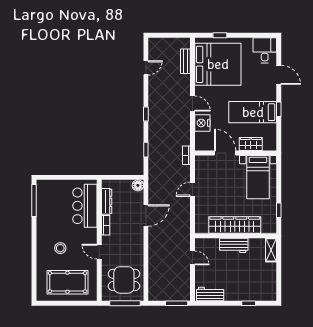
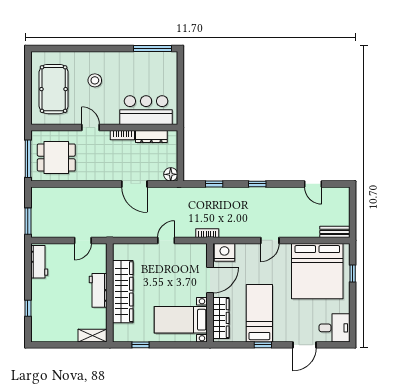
bench: (185, 61) -> (335, 232), moved
nightstand: (202, 123) -> (224, 252), moved
wardrobe: (251, 144) -> (221, 318), width x1.50
door: (192, 189) -> (166, 240), hinge flipped
door: (99, 252) -> (91, 128), hinge flipped
dining table: (124, 280) -> (56, 157), turned 90

